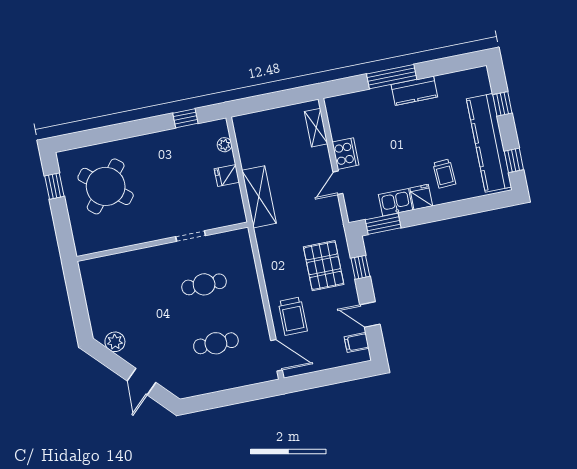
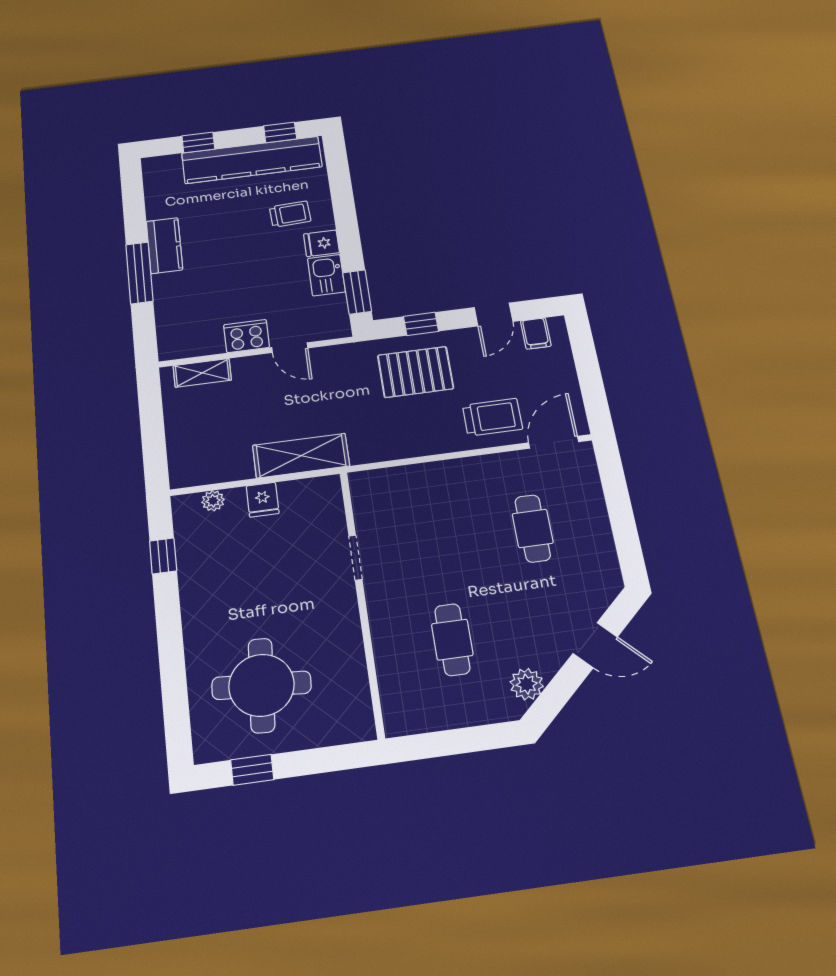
round table: (106, 186) -> (261, 685), turned -35
cafe table: (204, 284) -> (452, 640), moved

